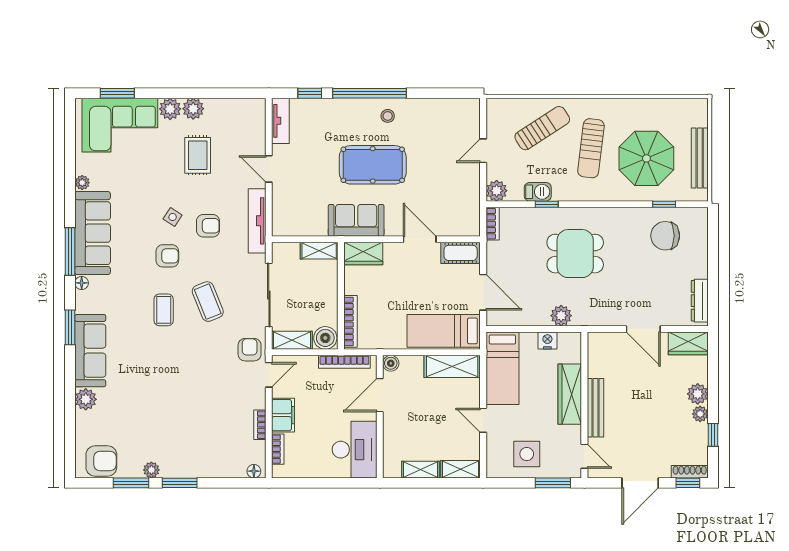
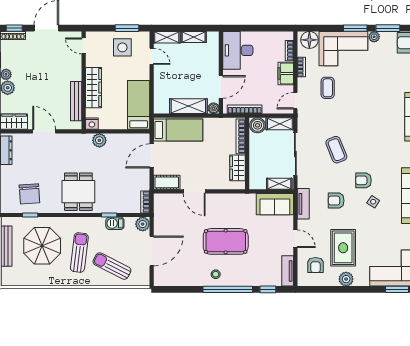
plant: (170, 109) -> (362, 279), removed
sun lounger: (542, 128) -> (112, 266), turned 60
door: (483, 151) -> (152, 251), width x1.88
rug: (198, 155) -> (343, 248), width x1.36, depth x1.43
side table: (173, 217) -> (373, 202), moved
sofa: (356, 220) -> (275, 204), moved
tv unit: (257, 221) -> (303, 204), width x0.71
chair: (665, 236) -> (29, 194), turned 86
shelving: (319, 251) -> (279, 184), moved
wardrobe: (363, 254) -> (238, 168), moved, turned -90
dining table: (575, 254) -> (78, 192), moved, turned 90
door: (483, 292) -> (152, 156), hinge flipped
coffee table: (164, 310) -> (328, 88), moved
nightstand: (547, 340) -> (92, 124), moved
armchair: (250, 350) -> (315, 265), moved
shelving: (452, 366) -> (188, 106), moved
bench: (596, 408) -> (76, 101), moved
door: (483, 420) -> (152, 56), moved
corner sofa: (197, 452) -> (343, 49), added
floor lamp: (254, 471) -> (309, 40), width x1.89, depth x1.89
window: (553, 483) -> (127, 28), moved

